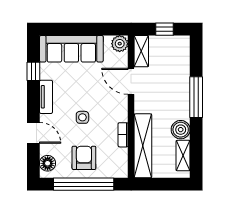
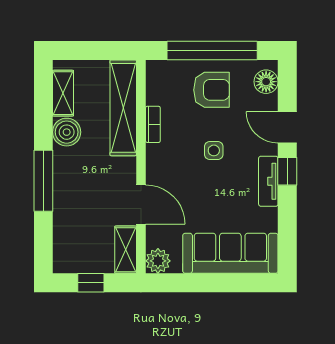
window: (33, 71) -> (287, 171), moved
armchair: (84, 158) -> (211, 90), turned -90

